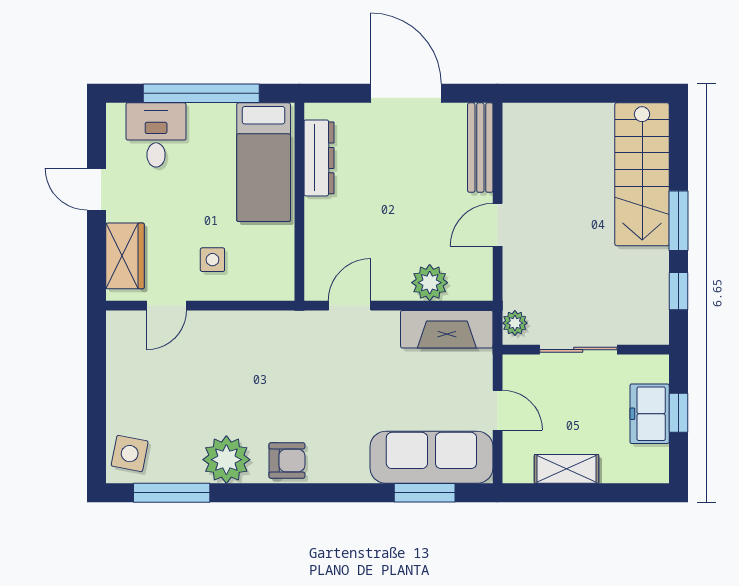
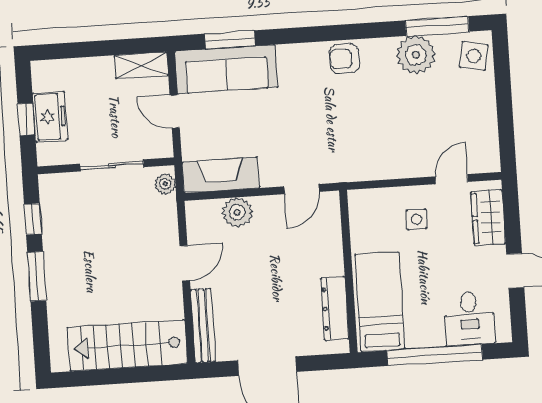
stairs: (642, 174) -> (127, 345), moved, turned -90
plant: (226, 460) -> (416, 55), moved
shelving: (567, 469) -> (141, 65), moved

